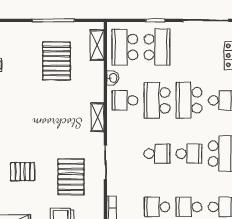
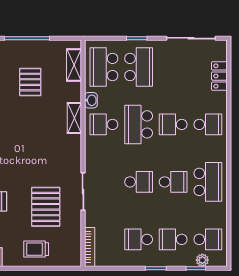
pallet: (57, 61) -> (30, 82), width x0.67, depth x0.71
school desk: (189, 100) -> (173, 124), width x0.54
shelving: (97, 117) -> (74, 118), moved

